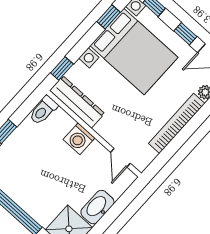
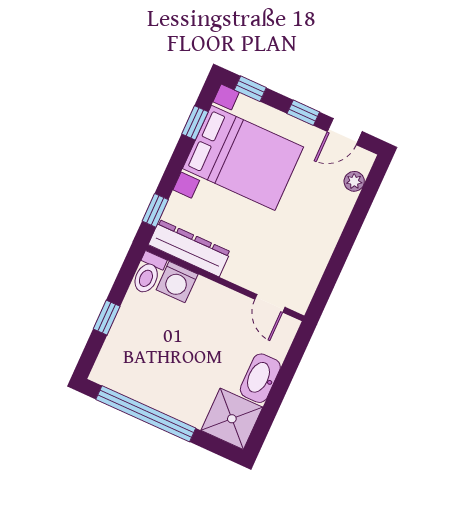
bookcase: (177, 123) -> (329, 235), removed
washing machine: (79, 139) -> (177, 282), moved

